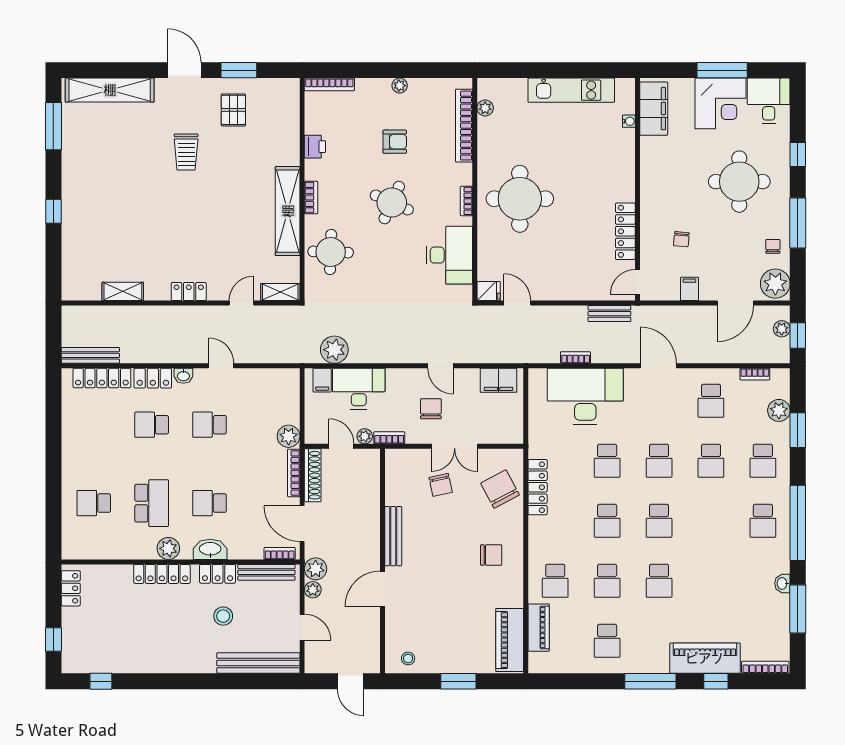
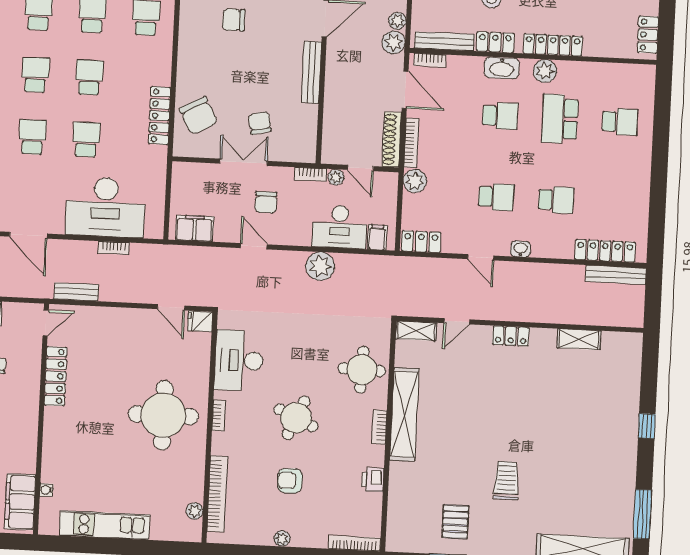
plant: (334, 350) -> (320, 266), moved
locker: (153, 378) -> (421, 242), moved
chair: (491, 555) -> (234, 20), moved

